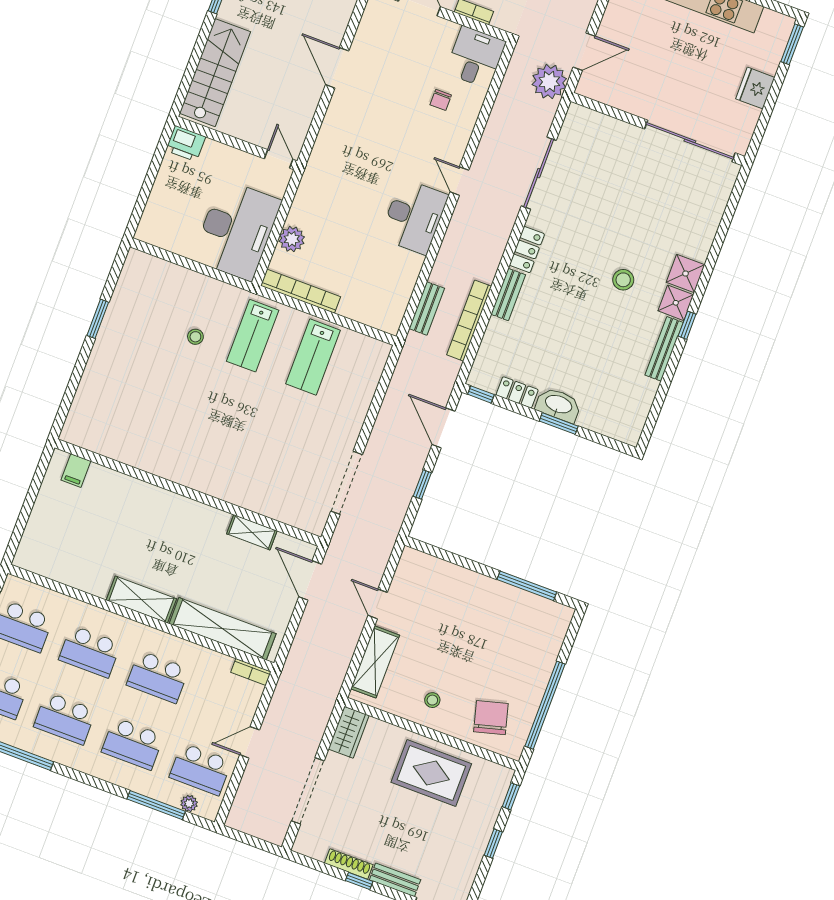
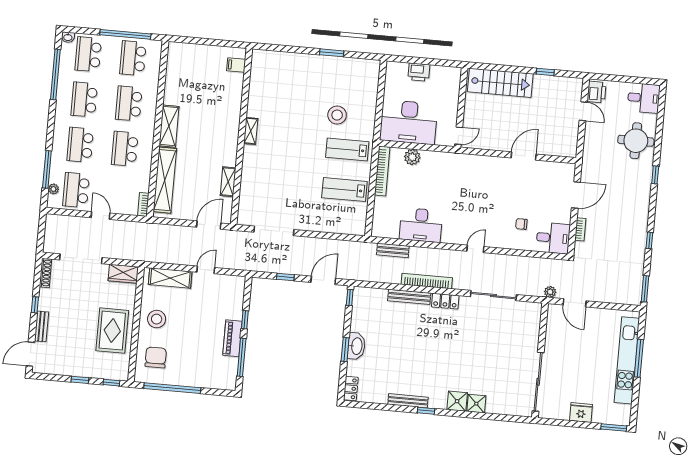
plant: (549, 82) -> (550, 292), width x0.53, depth x0.53
printer: (186, 144) -> (419, 72), moved, turned -90
desk: (414, 217) -> (421, 225), moved
stool: (623, 280) -> (443, 365), removed
bench: (508, 294) -> (409, 297), width x1.36
shower: (676, 303) -> (476, 404), moved
bookcase: (469, 321) -> (427, 281), moved
stool: (195, 337) -> (337, 115), width x1.89, depth x1.89
locker: (517, 392) -> (351, 389), moved
shelving: (183, 476) -> (251, 131), added
window: (471, 565) -> (245, 320), added
piano: (494, 592) -> (232, 338), added
stool: (432, 700) -> (157, 319), width x1.89, depth x1.89
chair: (491, 718) -> (156, 357), turned -75
shoe rack: (349, 864) -> (45, 273), moved

